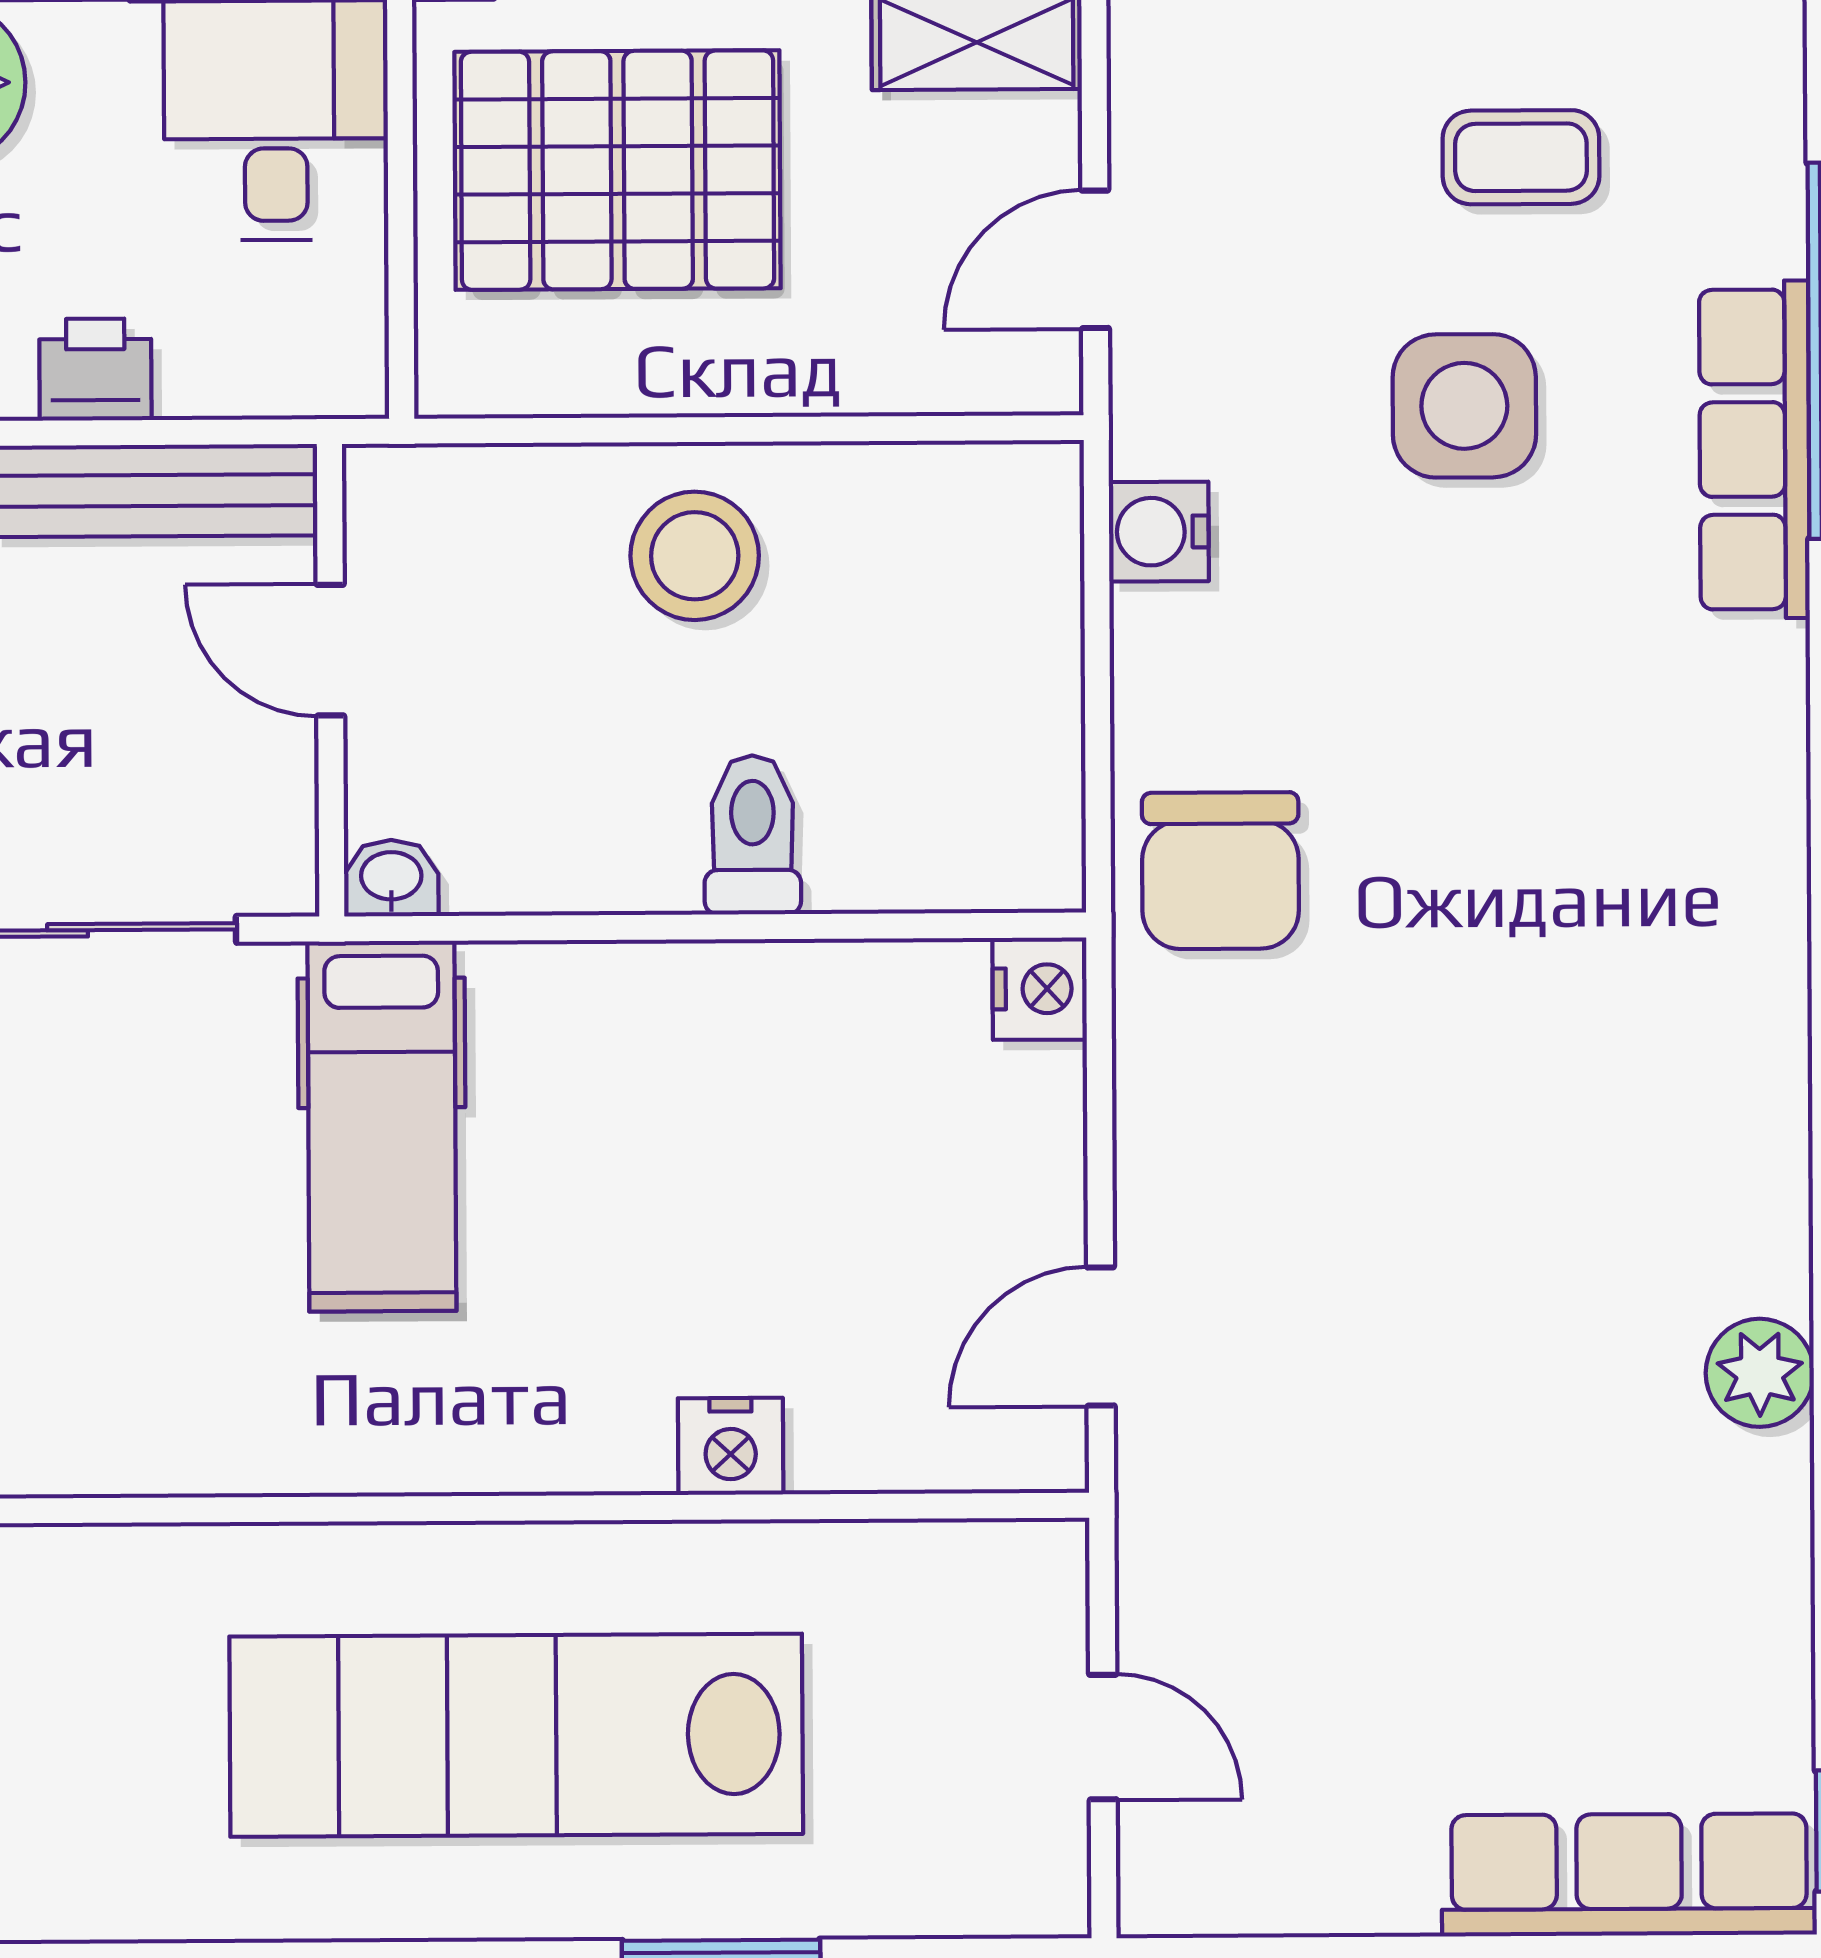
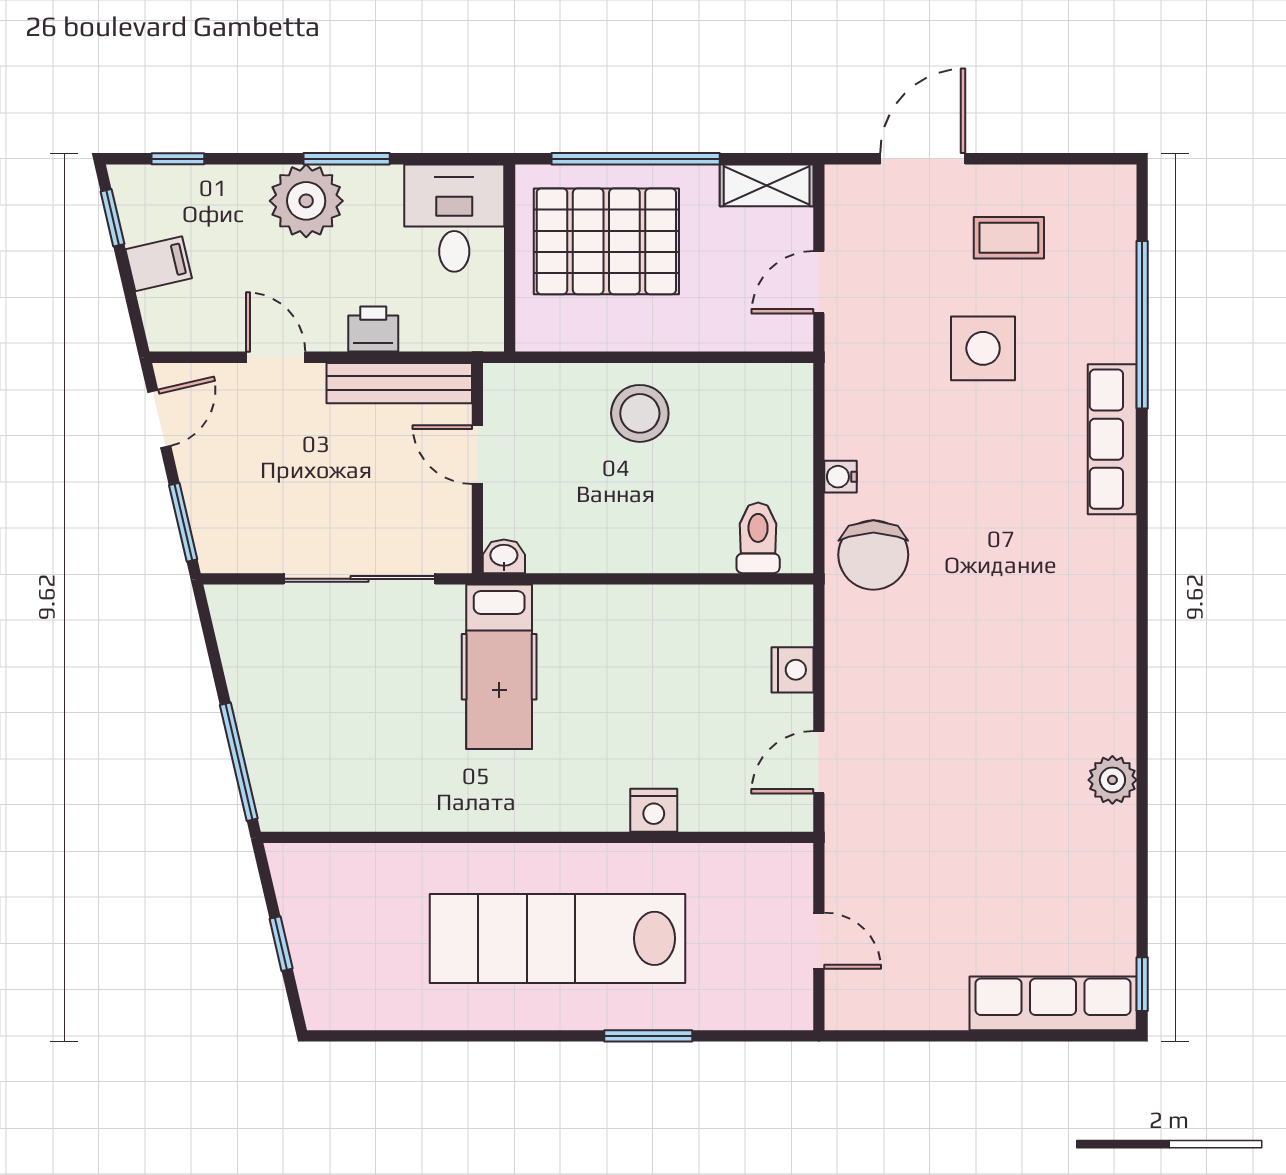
row of seats: (1754, 449) -> (1112, 439), moved
water cooler: (1159, 532) -> (840, 477), moved, width x0.72, depth x0.72
toilet: (753, 835) -> (758, 538), moved
nightstand: (1040, 989) -> (792, 670), moved

